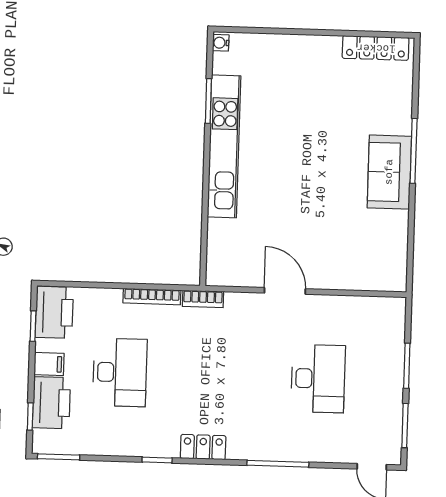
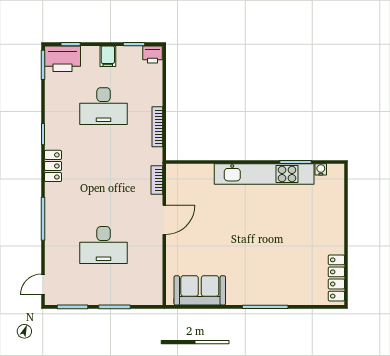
water cooler: (221, 43) -> (321, 169), moved
sofa: (389, 172) -> (200, 290), moved
bookcase: (203, 299) -> (157, 180), moved
printer: (54, 312) -> (152, 55), width x0.53, depth x0.68
printer: (51, 403) -> (63, 59), moved

